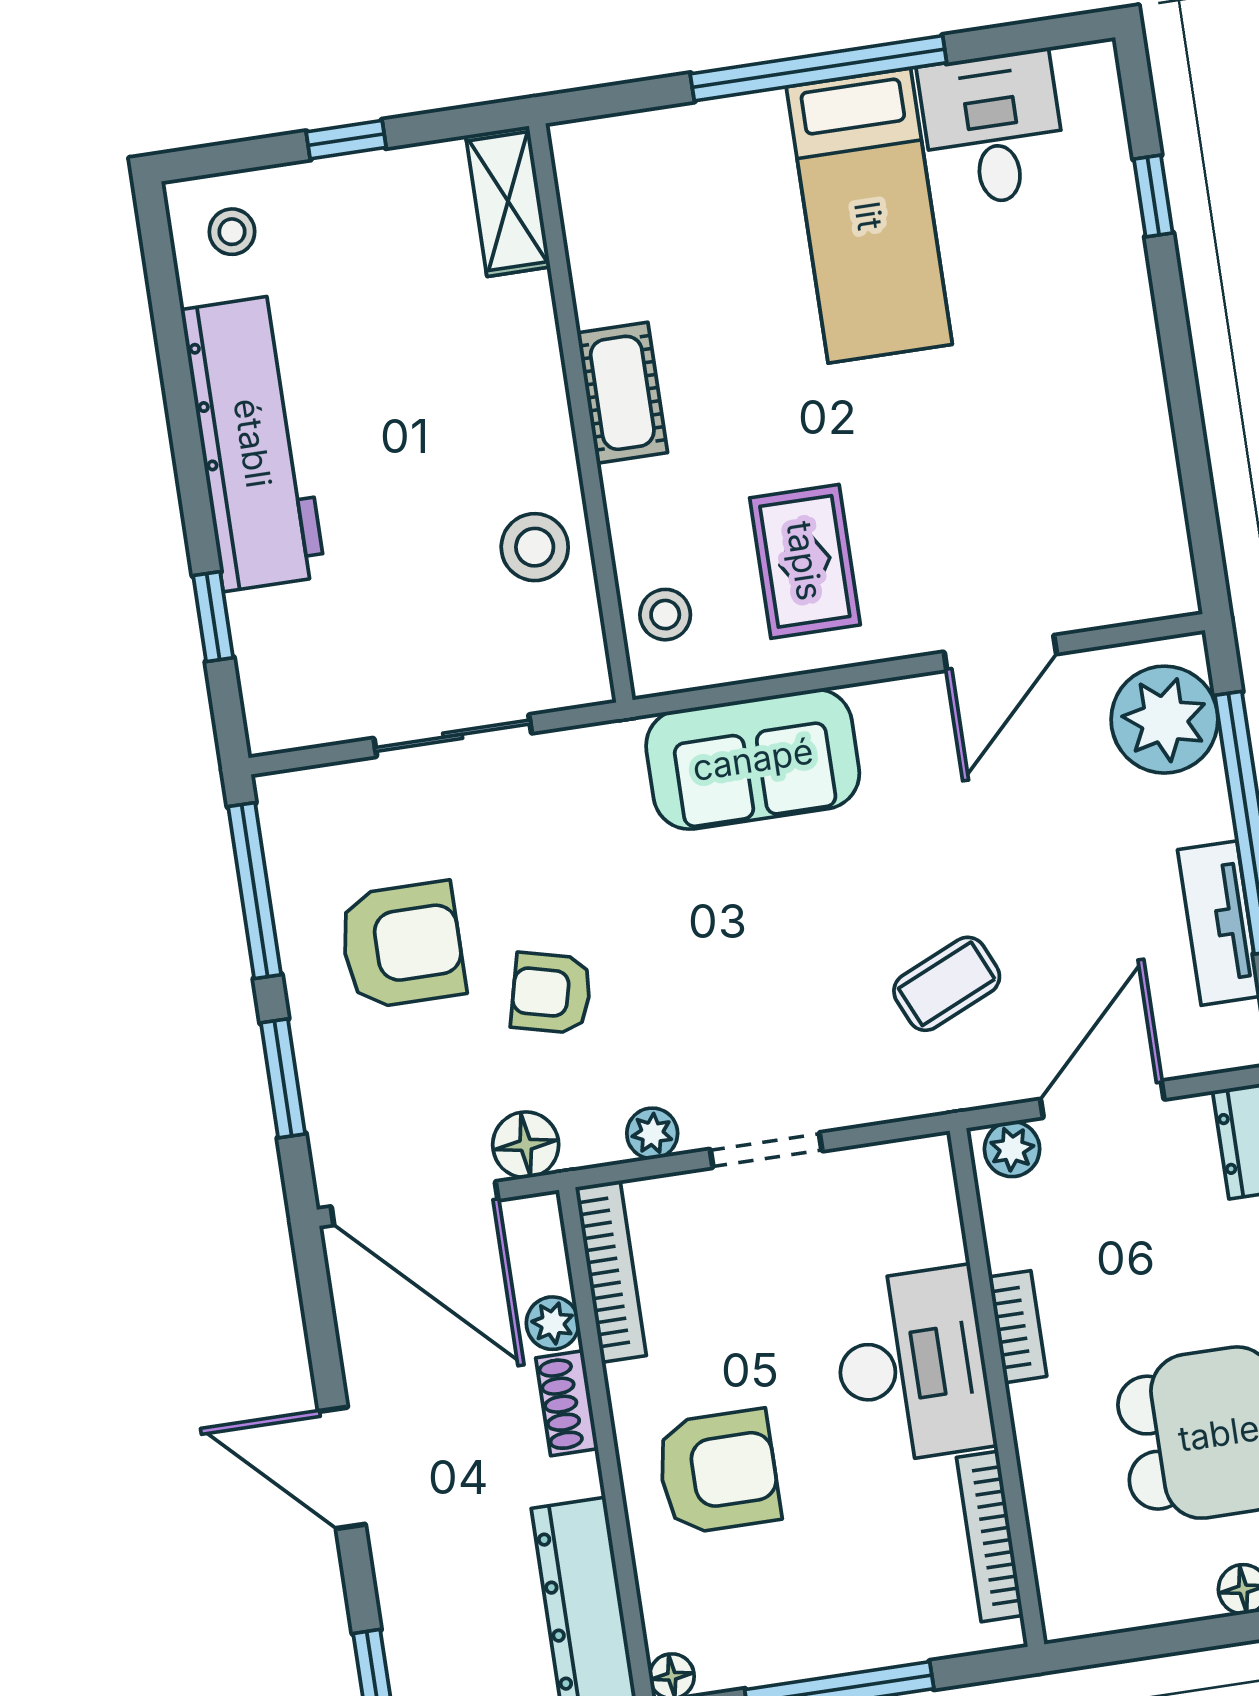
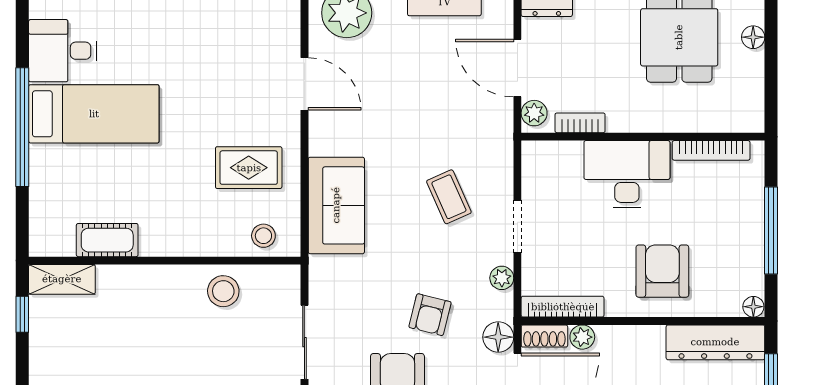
window: (346, 140) -> (22, 314), moved
cot: (622, 393) -> (107, 240), moved
coffee table: (947, 984) -> (449, 197), moved
bookcase: (1018, 1327) -> (580, 123), moved
shoe rack: (567, 1403) -> (544, 336), moved

